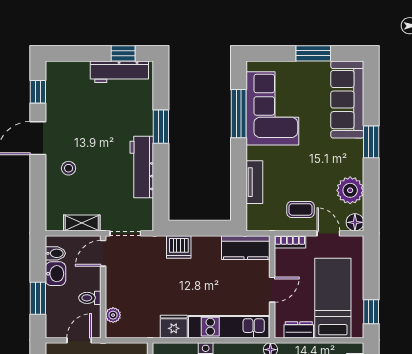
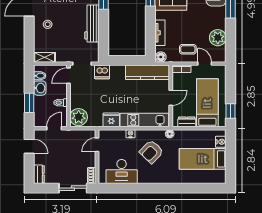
floor lamp: (355, 222) -> (161, 57), moved
shelving: (82, 223) -> (45, 57), moved
dishwasher: (179, 247) -> (102, 72), moved
kitchen counter: (246, 248) -> (147, 72), width x1.50
plant: (113, 315) -> (79, 117), width x1.88, depth x1.88

